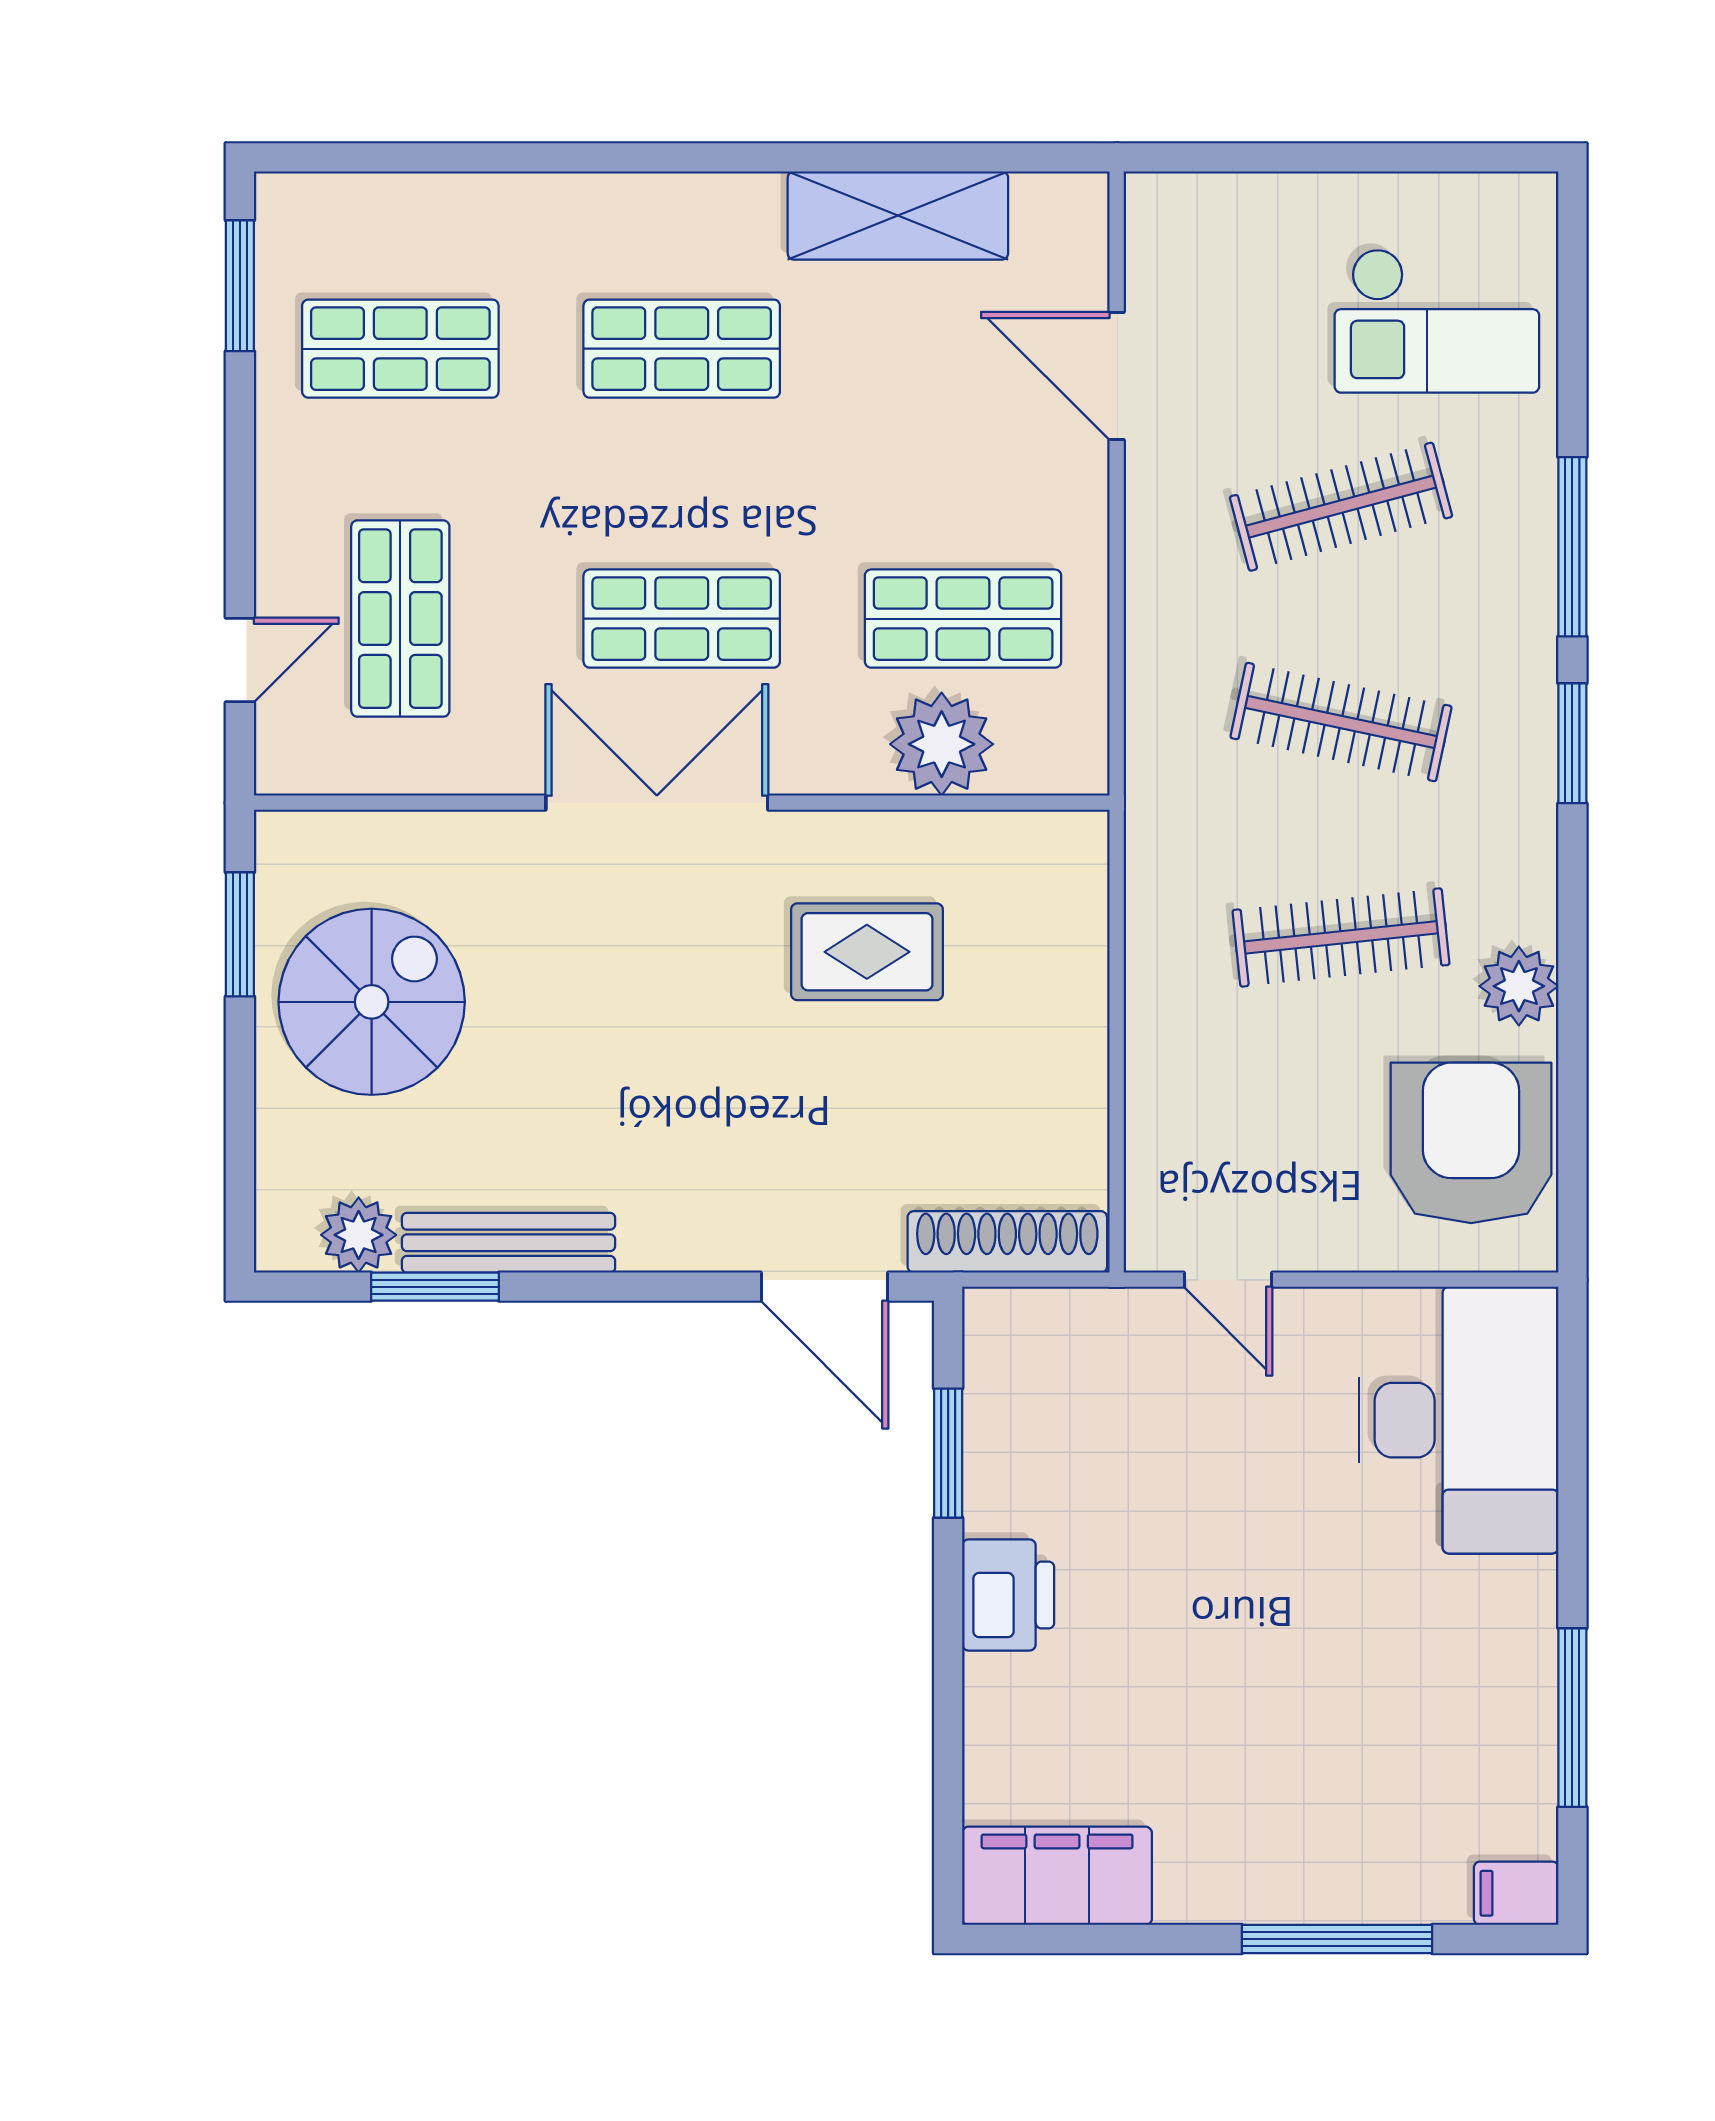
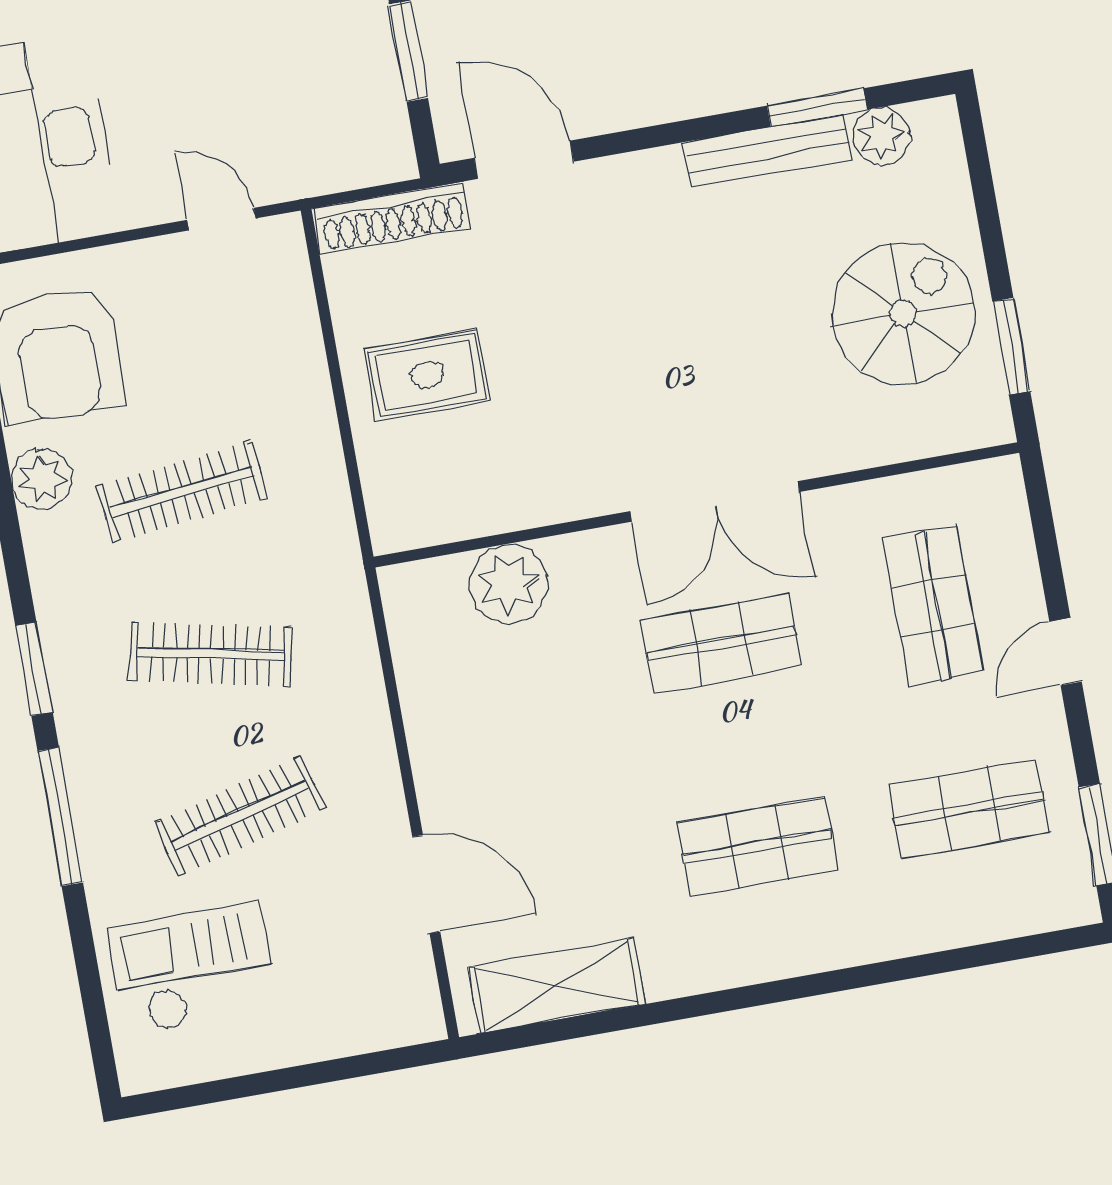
shelving: (898, 216) -> (557, 985), moved
shop shelf: (963, 619) -> (509, 681), removed
door: (240, 660) -> (1065, 651), moved
rug: (867, 952) -> (427, 375), moved
spiral stairs: (372, 1002) -> (903, 313), turned 180

